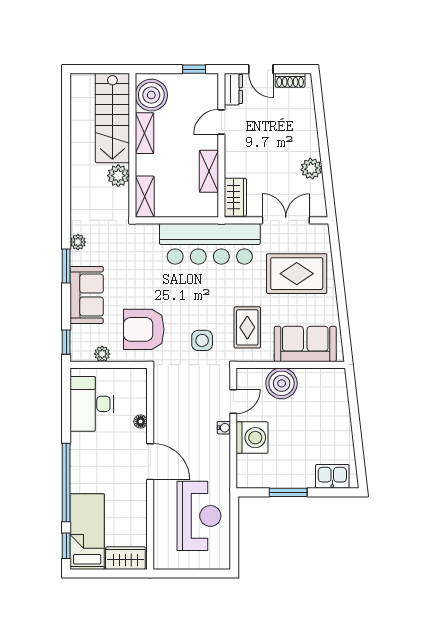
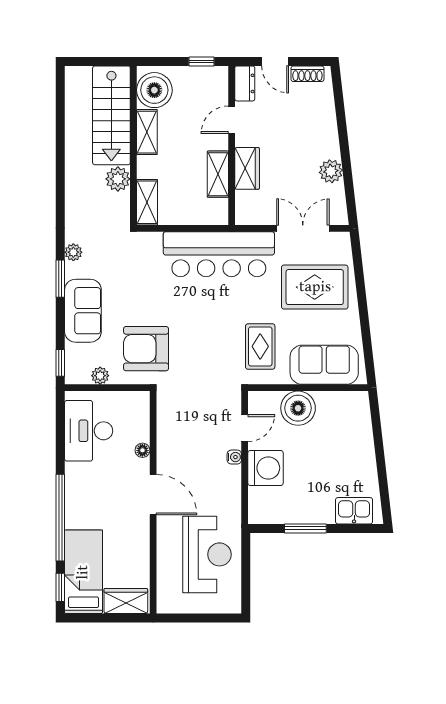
wardrobe: (235, 197) -> (247, 168), moved
side table: (202, 340) -> (210, 361), removed

